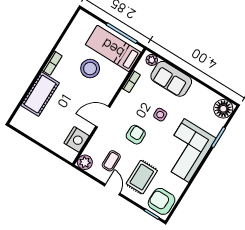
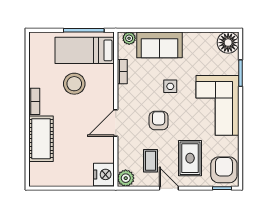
nightstand: (77, 139) -> (104, 174), moved
armchair: (162, 201) -> (224, 170), turned 90

